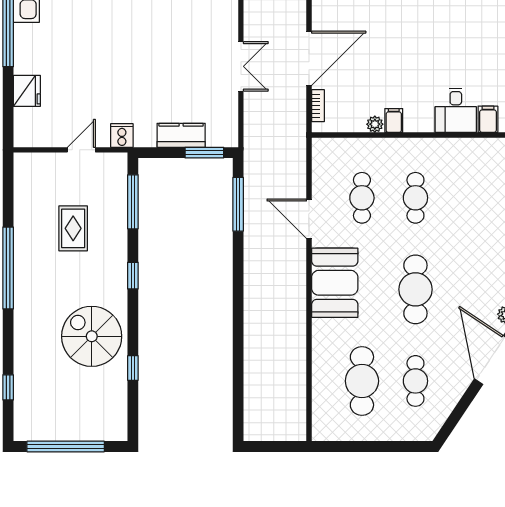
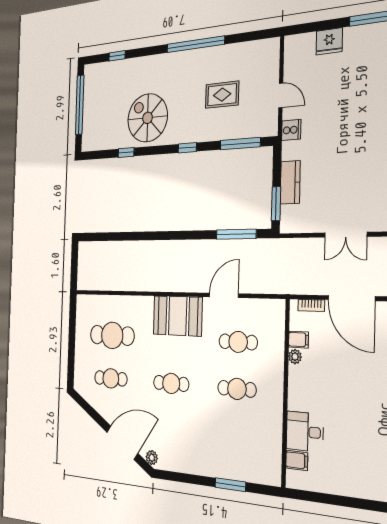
filing cabinet: (394, 120) -> (298, 340), moved
cafe table: (415, 289) -> (171, 383), width x0.73, depth x0.74
spiral stairs: (92, 336) -> (148, 118), turned -90

